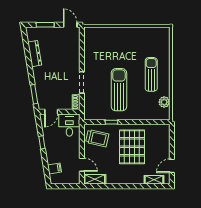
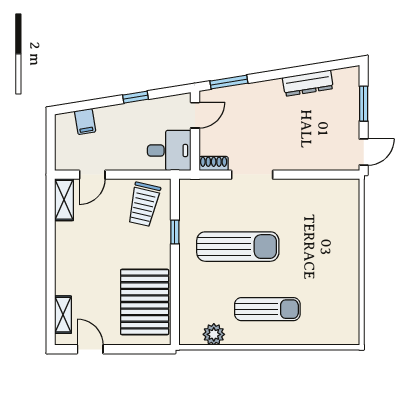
door: (51, 112) -> (195, 115), swing flipped
pallet: (132, 147) -> (145, 302), moved, turned 90

